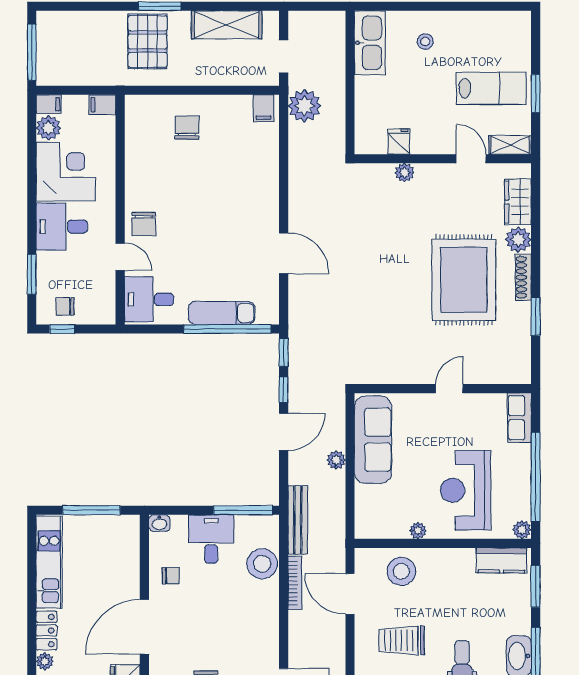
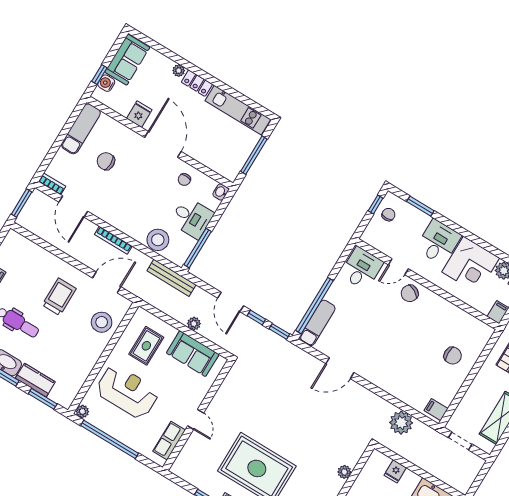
plant: (305, 106) -> (401, 423), moved
fridge: (399, 142) -> (395, 471), moved, turned 90
chair: (144, 224) -> (410, 293), turned -61
exam couch: (222, 313) -> (317, 323), moved
row of seats: (519, 418) -> (169, 441), moved, turned -90
sofa: (373, 440) -> (193, 354), width x0.73
rug: (397, 501) -> (146, 346), added
plant: (418, 531) -> (120, 347), removed
kitchen counter: (501, 560) -> (35, 380), moved, turned 90
bookcase: (295, 583) -> (113, 240), moved

